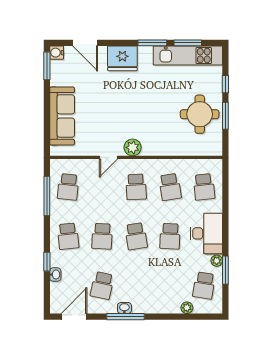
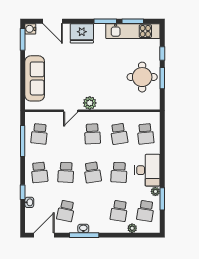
school desk: (170, 286) -> (119, 211), added

